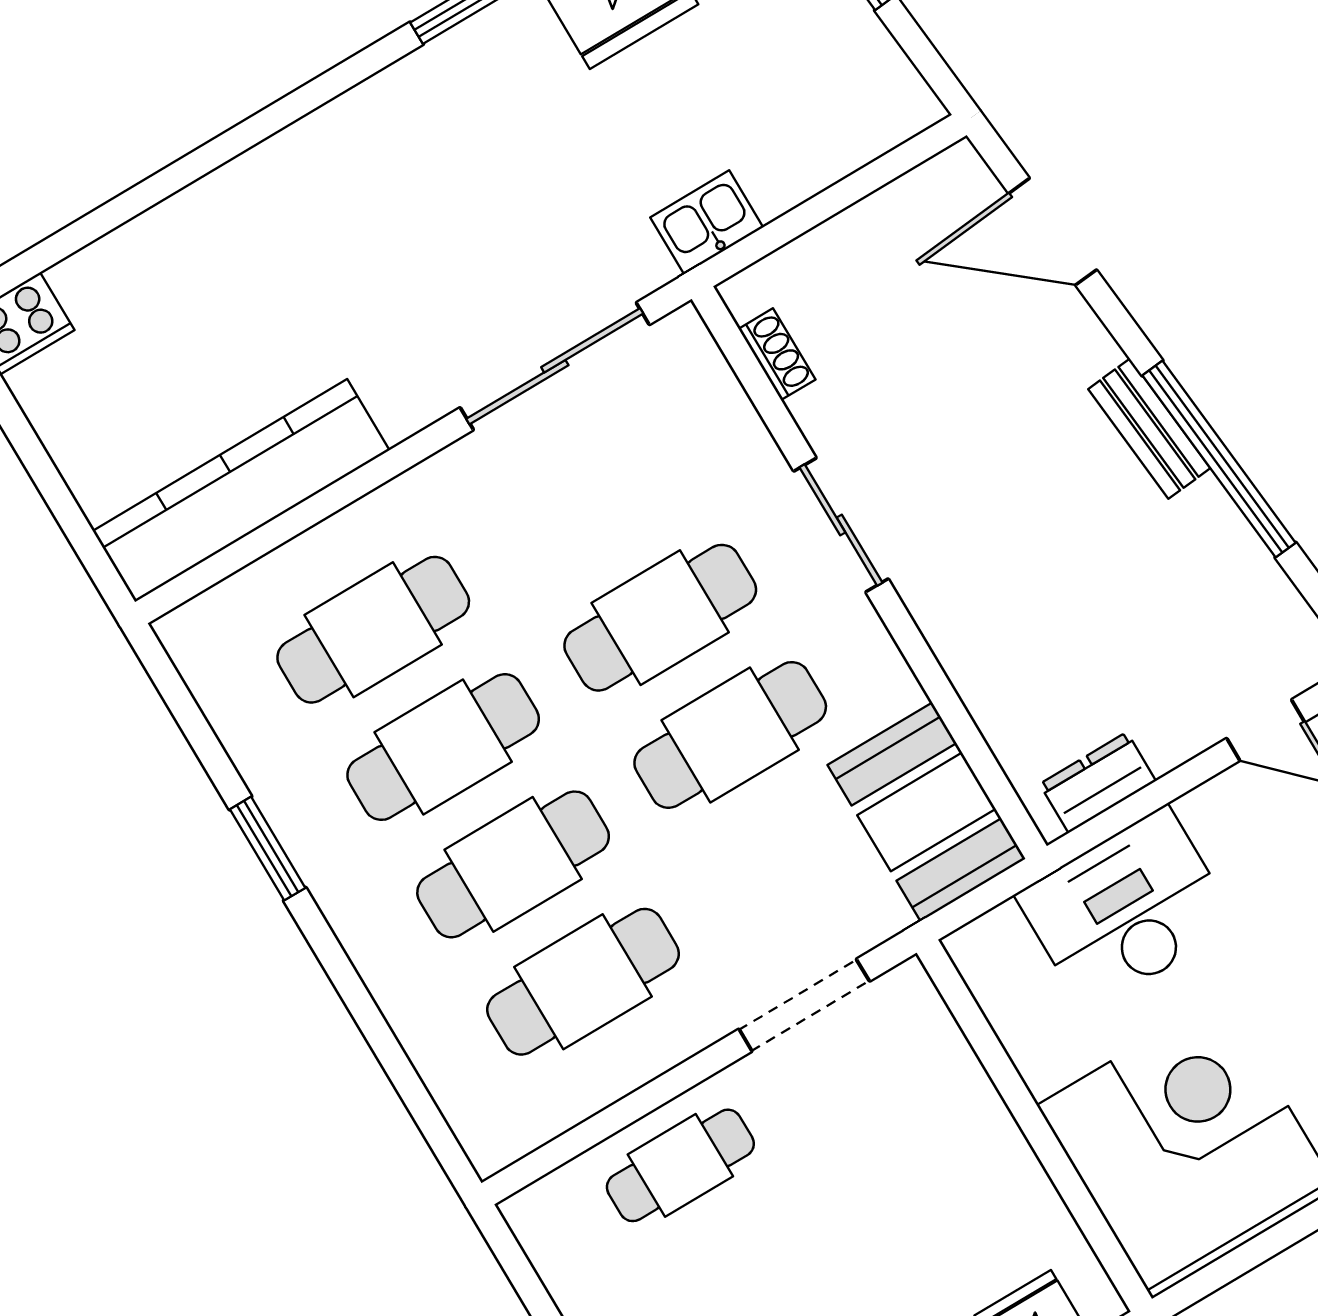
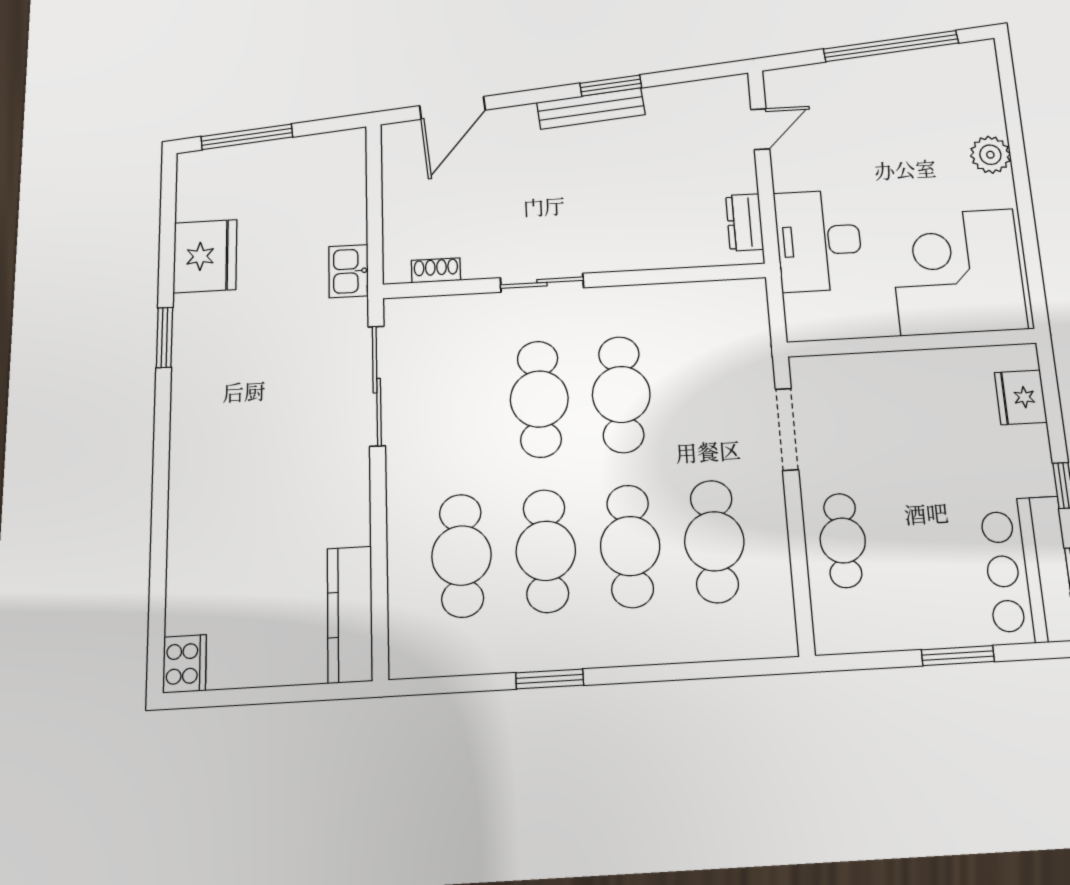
bench: (1149, 429) -> (591, 108), width x1.36
window: (1219, 459) -> (611, 86), width x0.47
kitchen counter: (241, 491) -> (350, 614), width x0.72, depth x0.86
booth: (927, 812) -> (715, 315), removed

